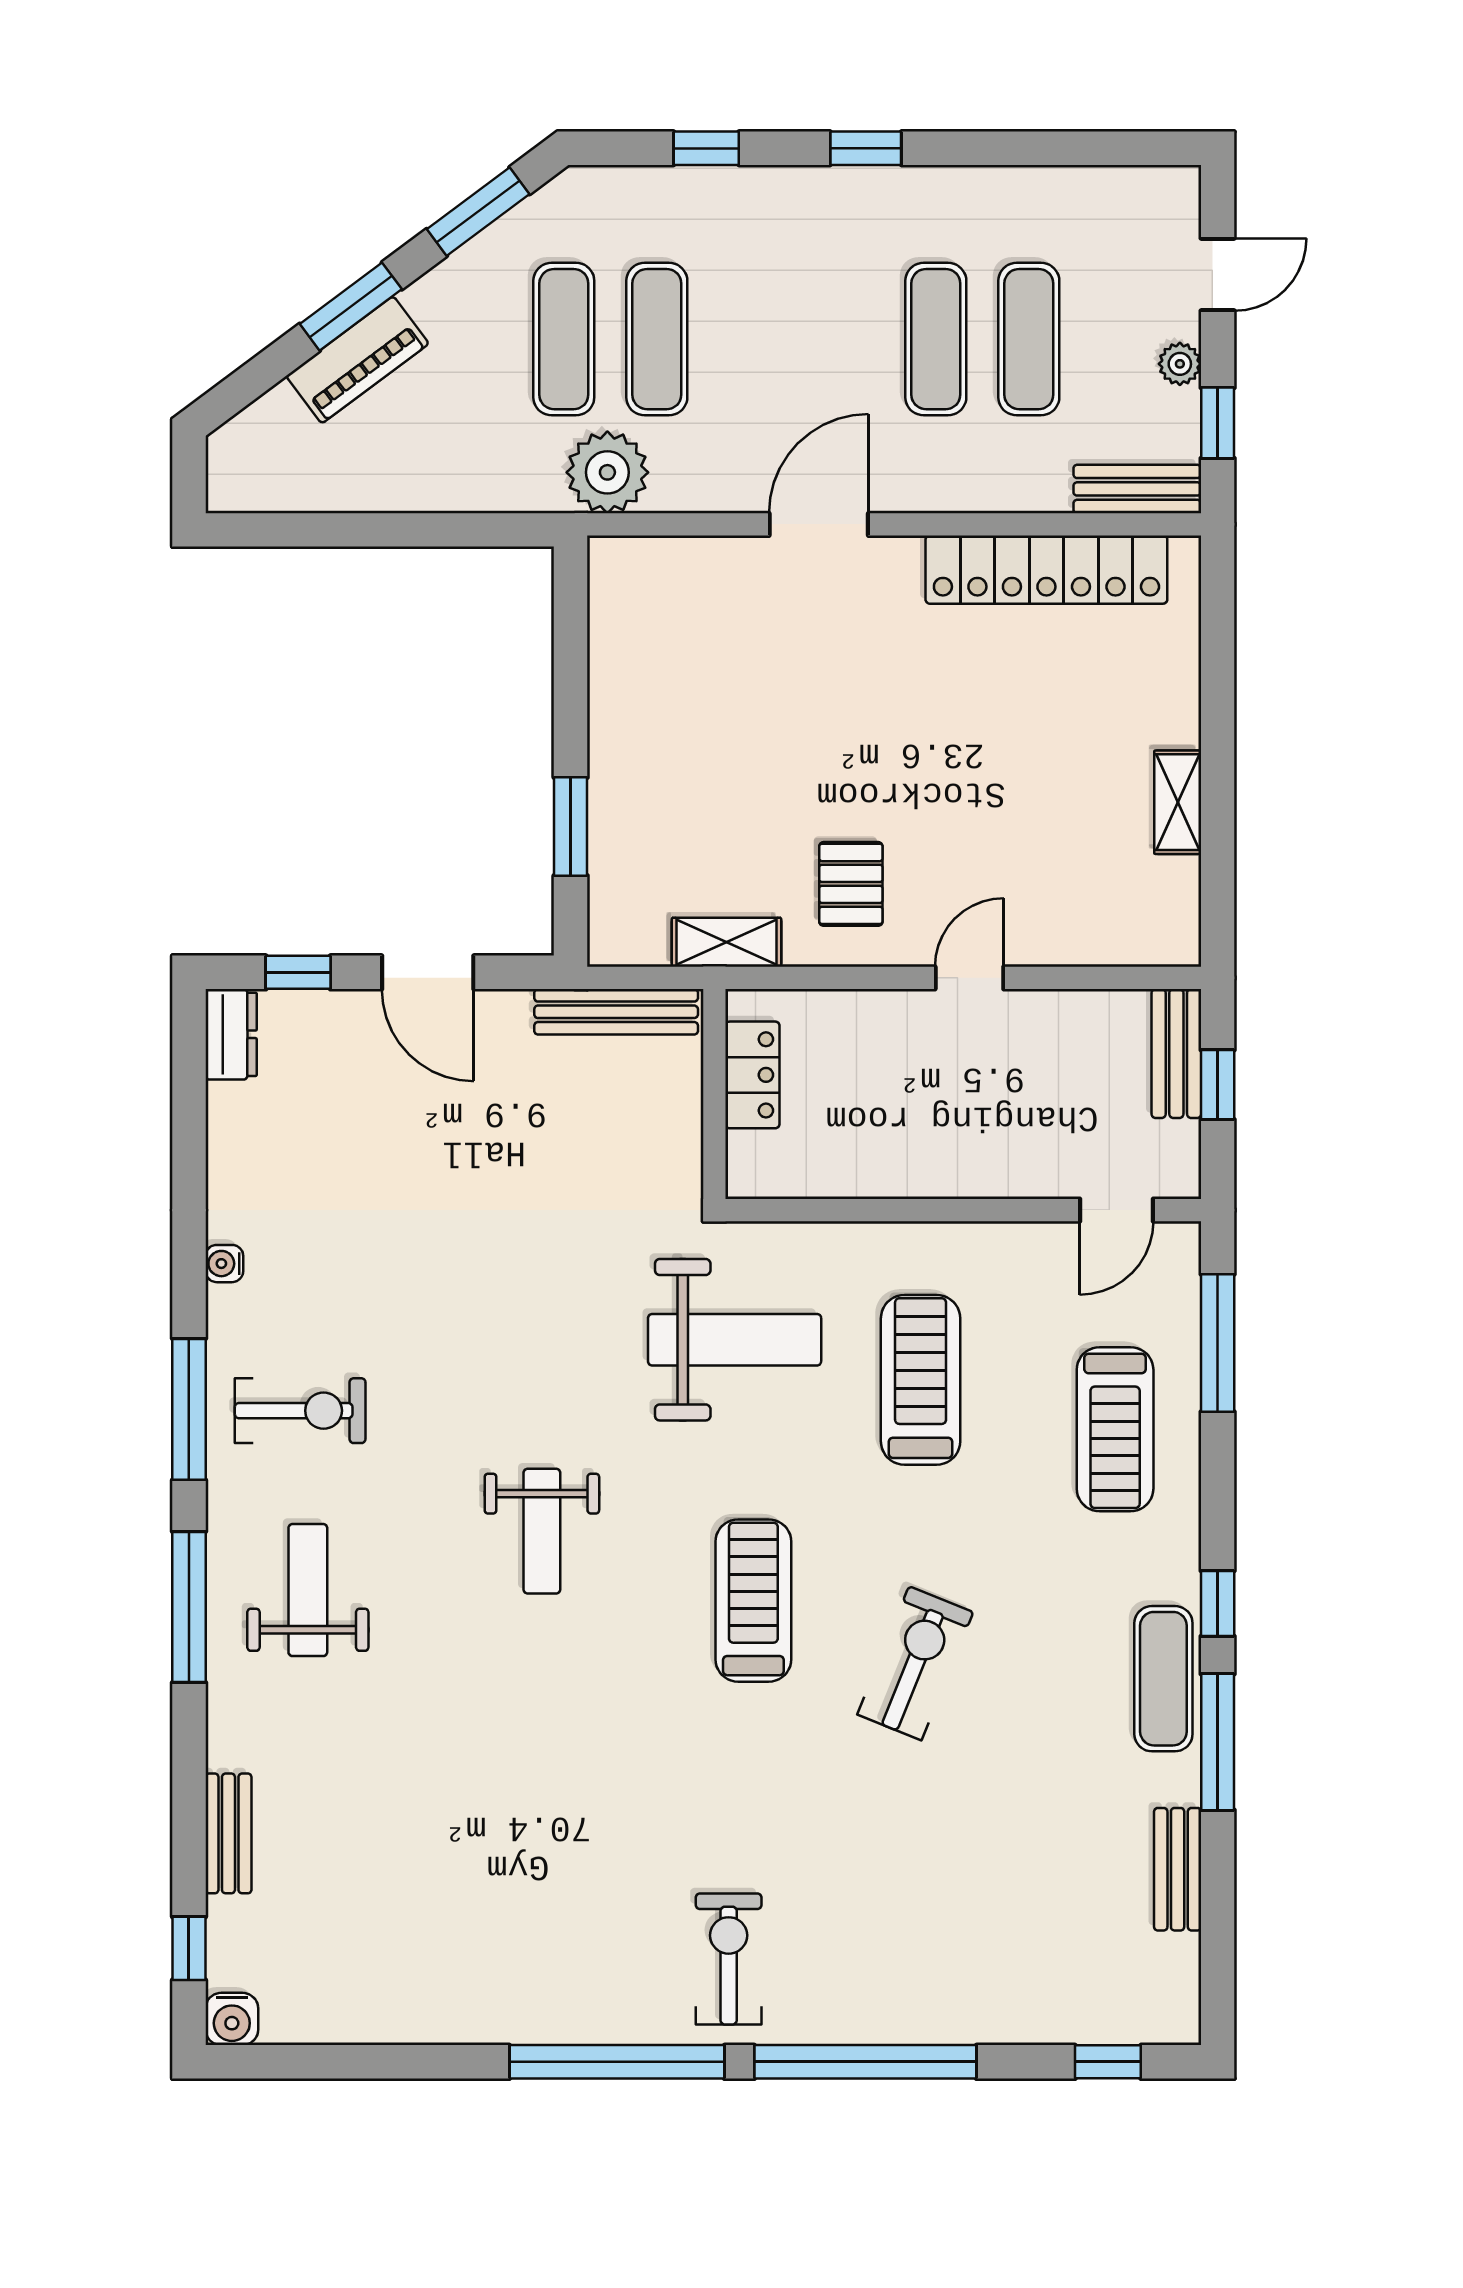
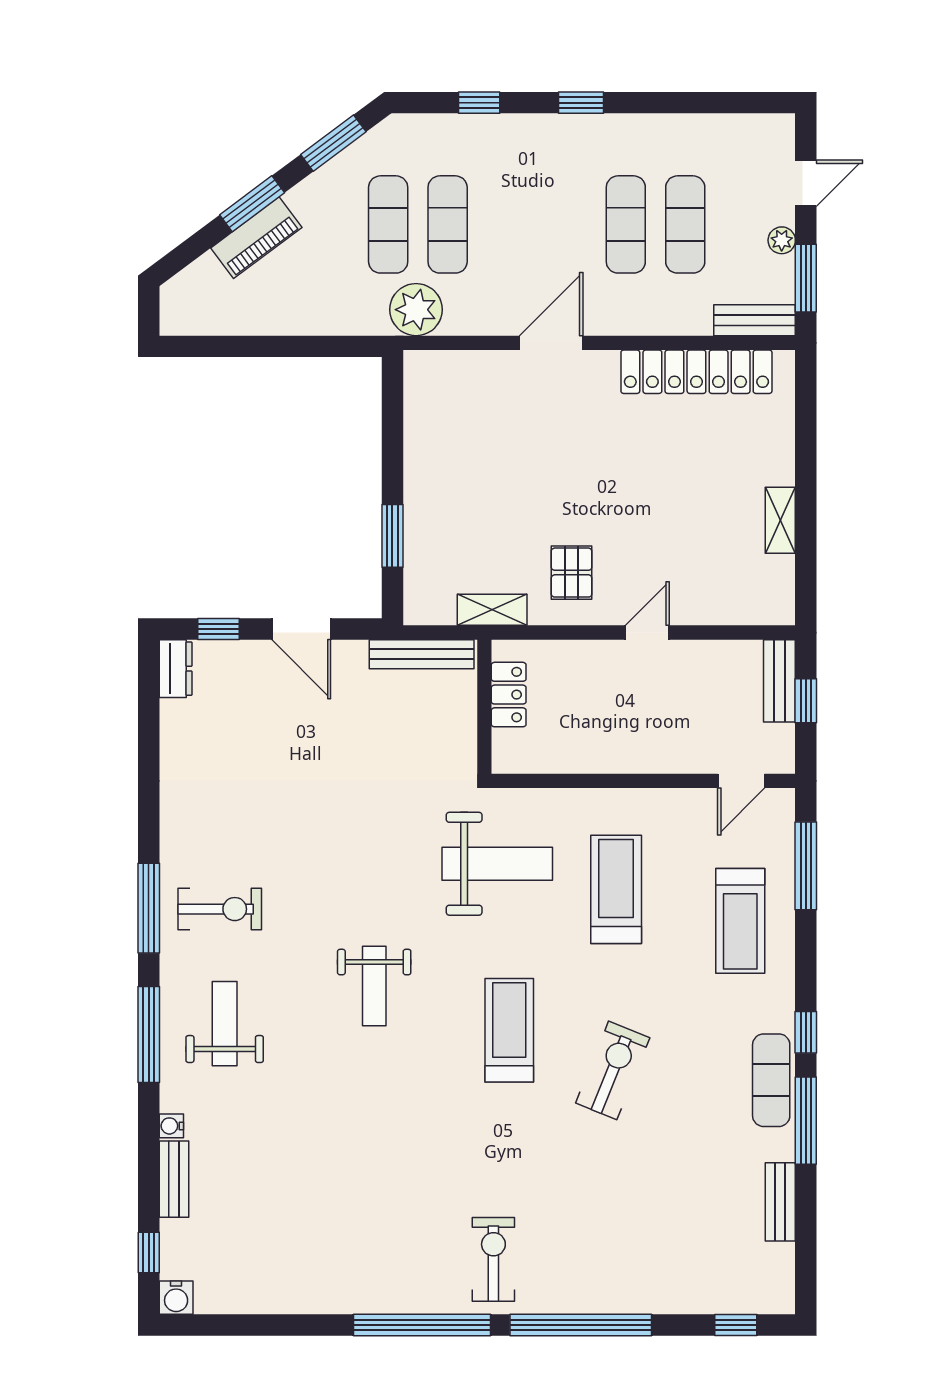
window: (1218, 423) -> (806, 278), width x1.50
water cooler: (224, 1264) -> (171, 1126), moved

